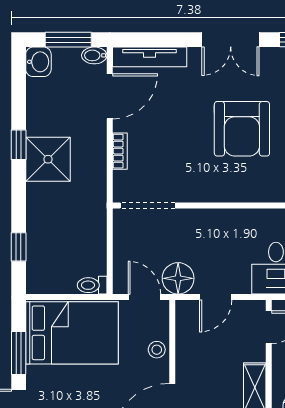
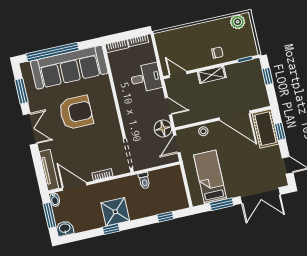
toilet: (92, 285) -> (144, 181), moved
bed: (72, 333) -> (210, 177), width x0.67

